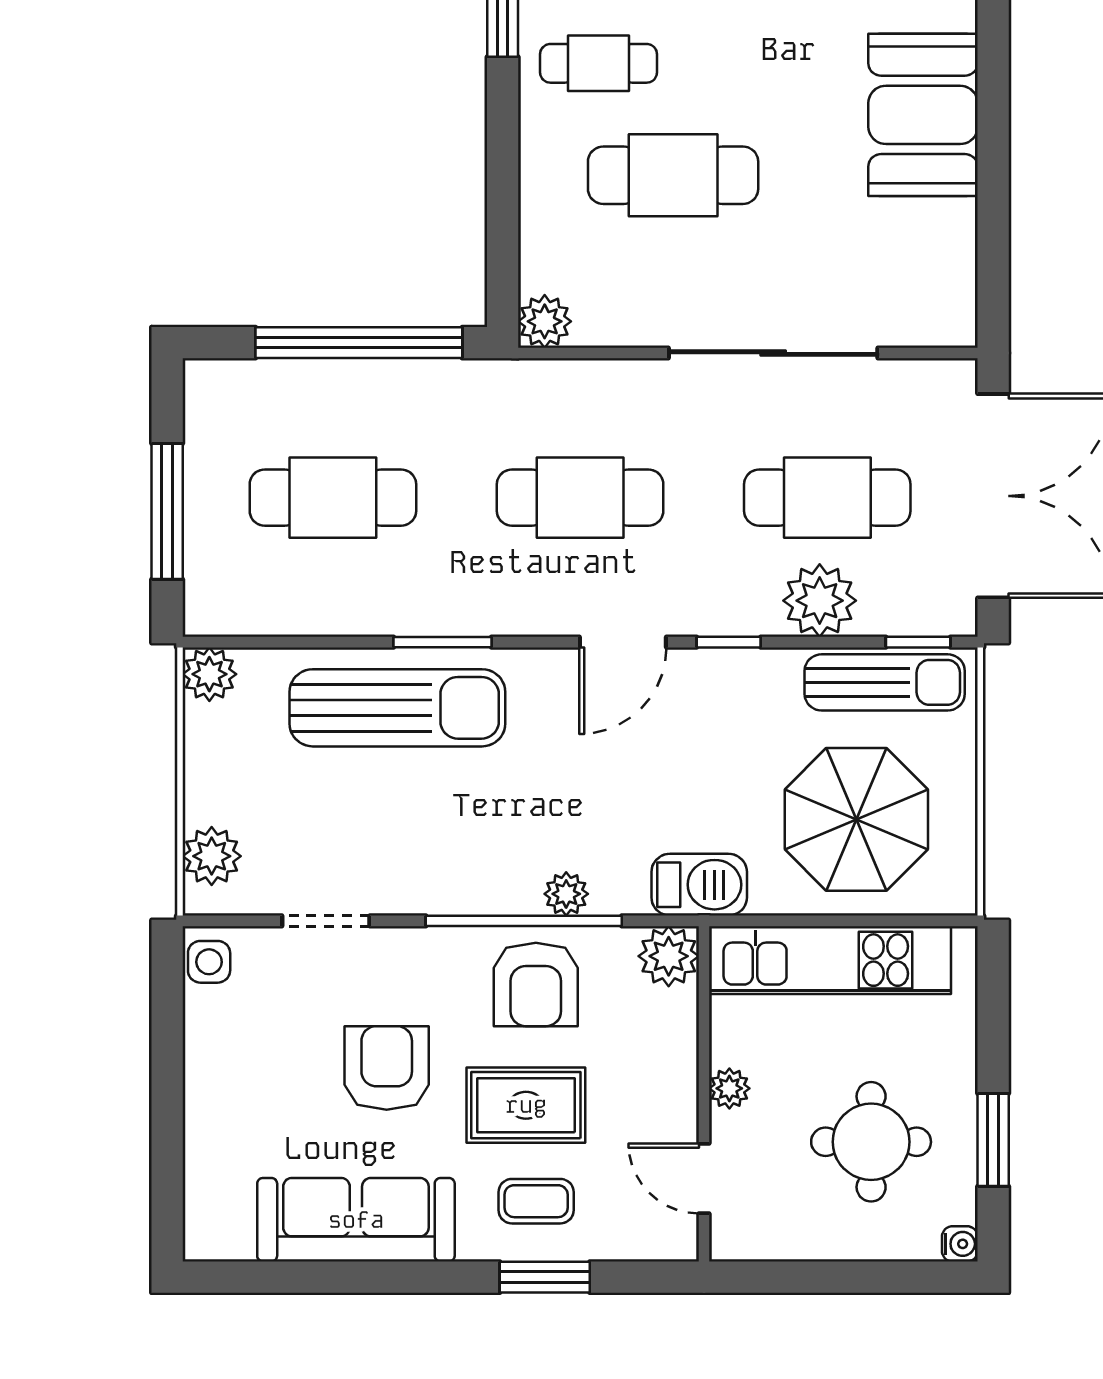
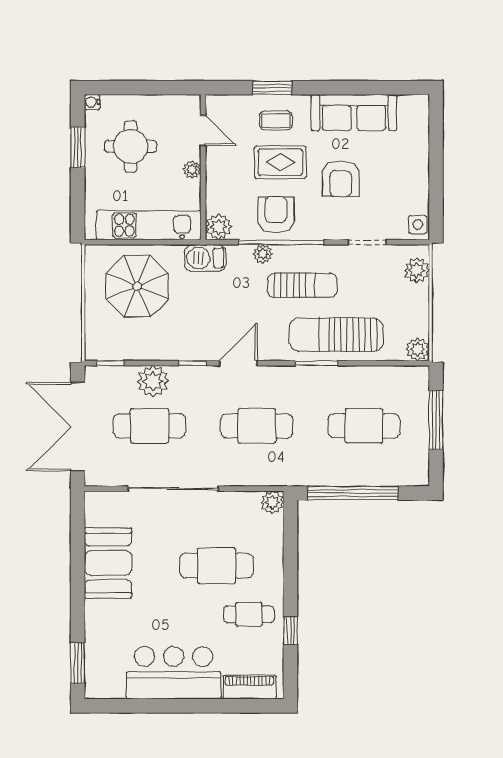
booth: (923, 115) -> (108, 563), moved
sun lounger: (885, 682) -> (302, 285), moved, turned 180

